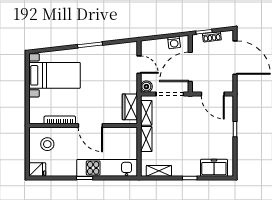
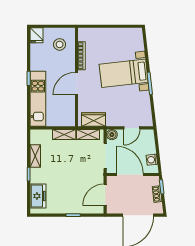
bed with nightstands: (55, 75) -> (124, 73), moved, turned 83
shelving: (159, 171) -> (35, 156), moved

